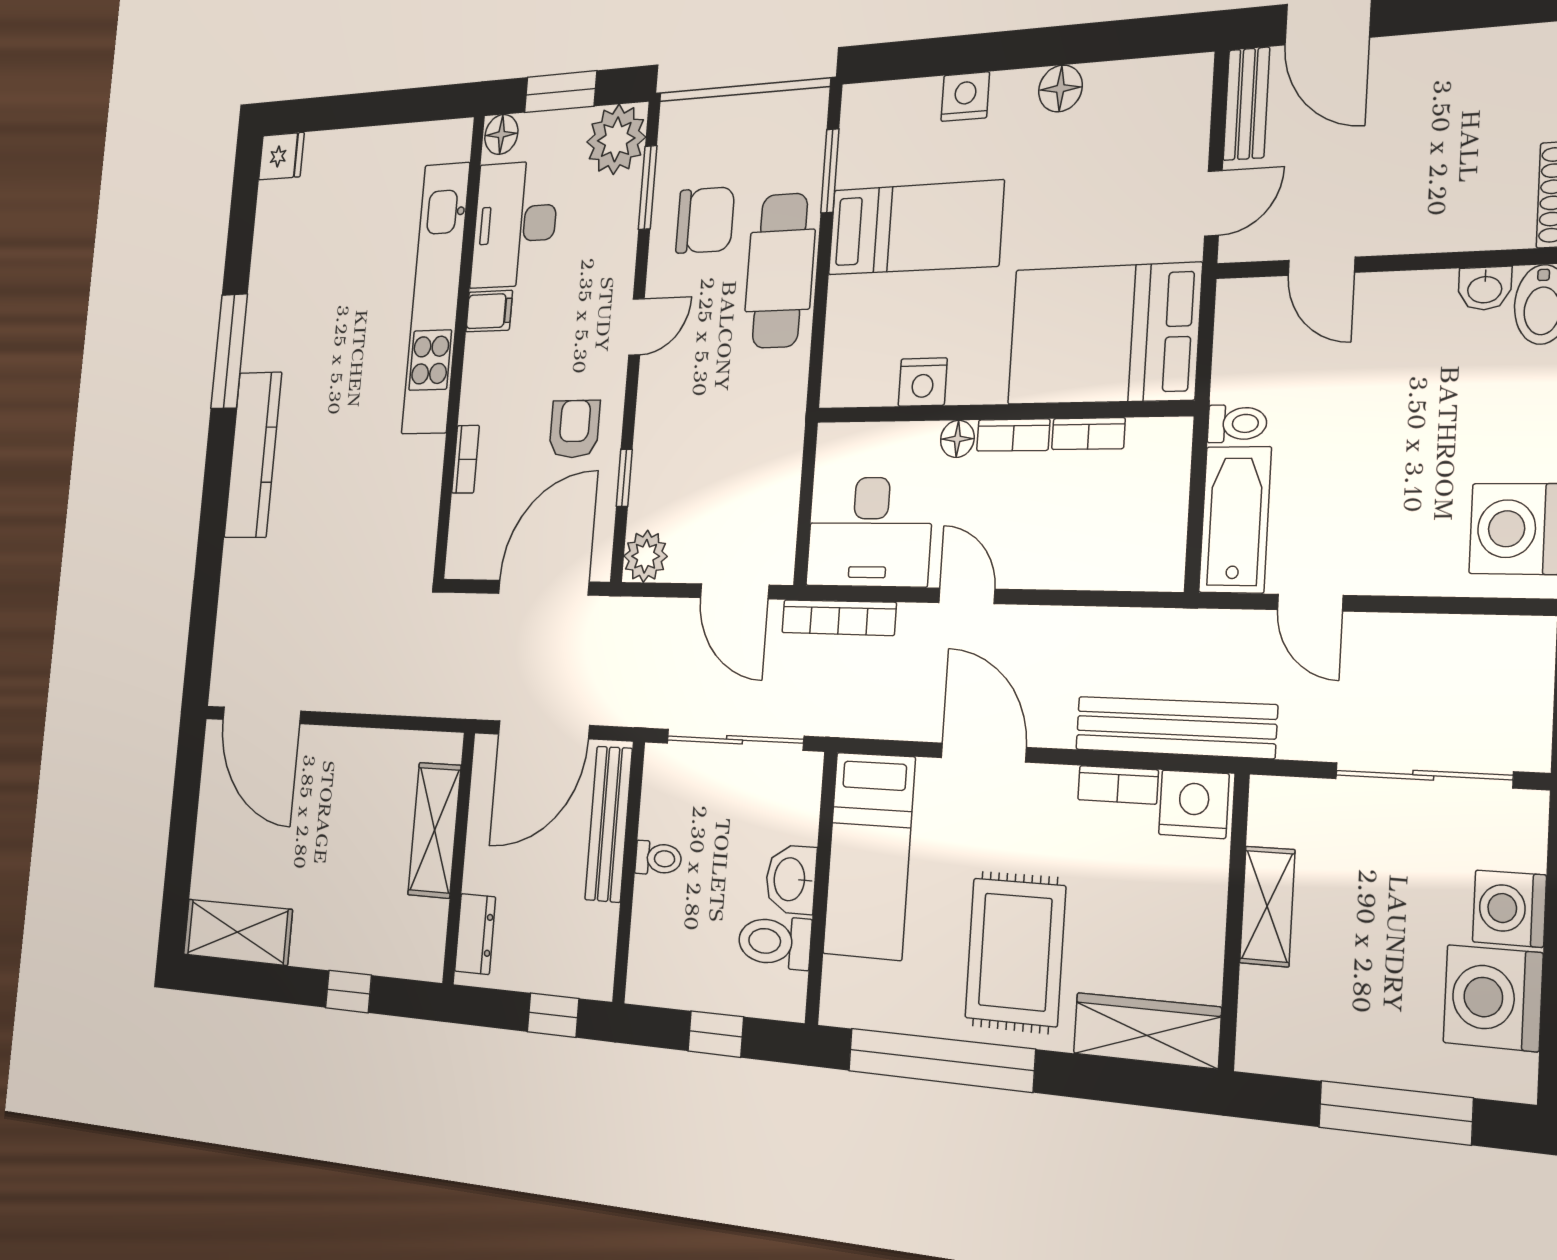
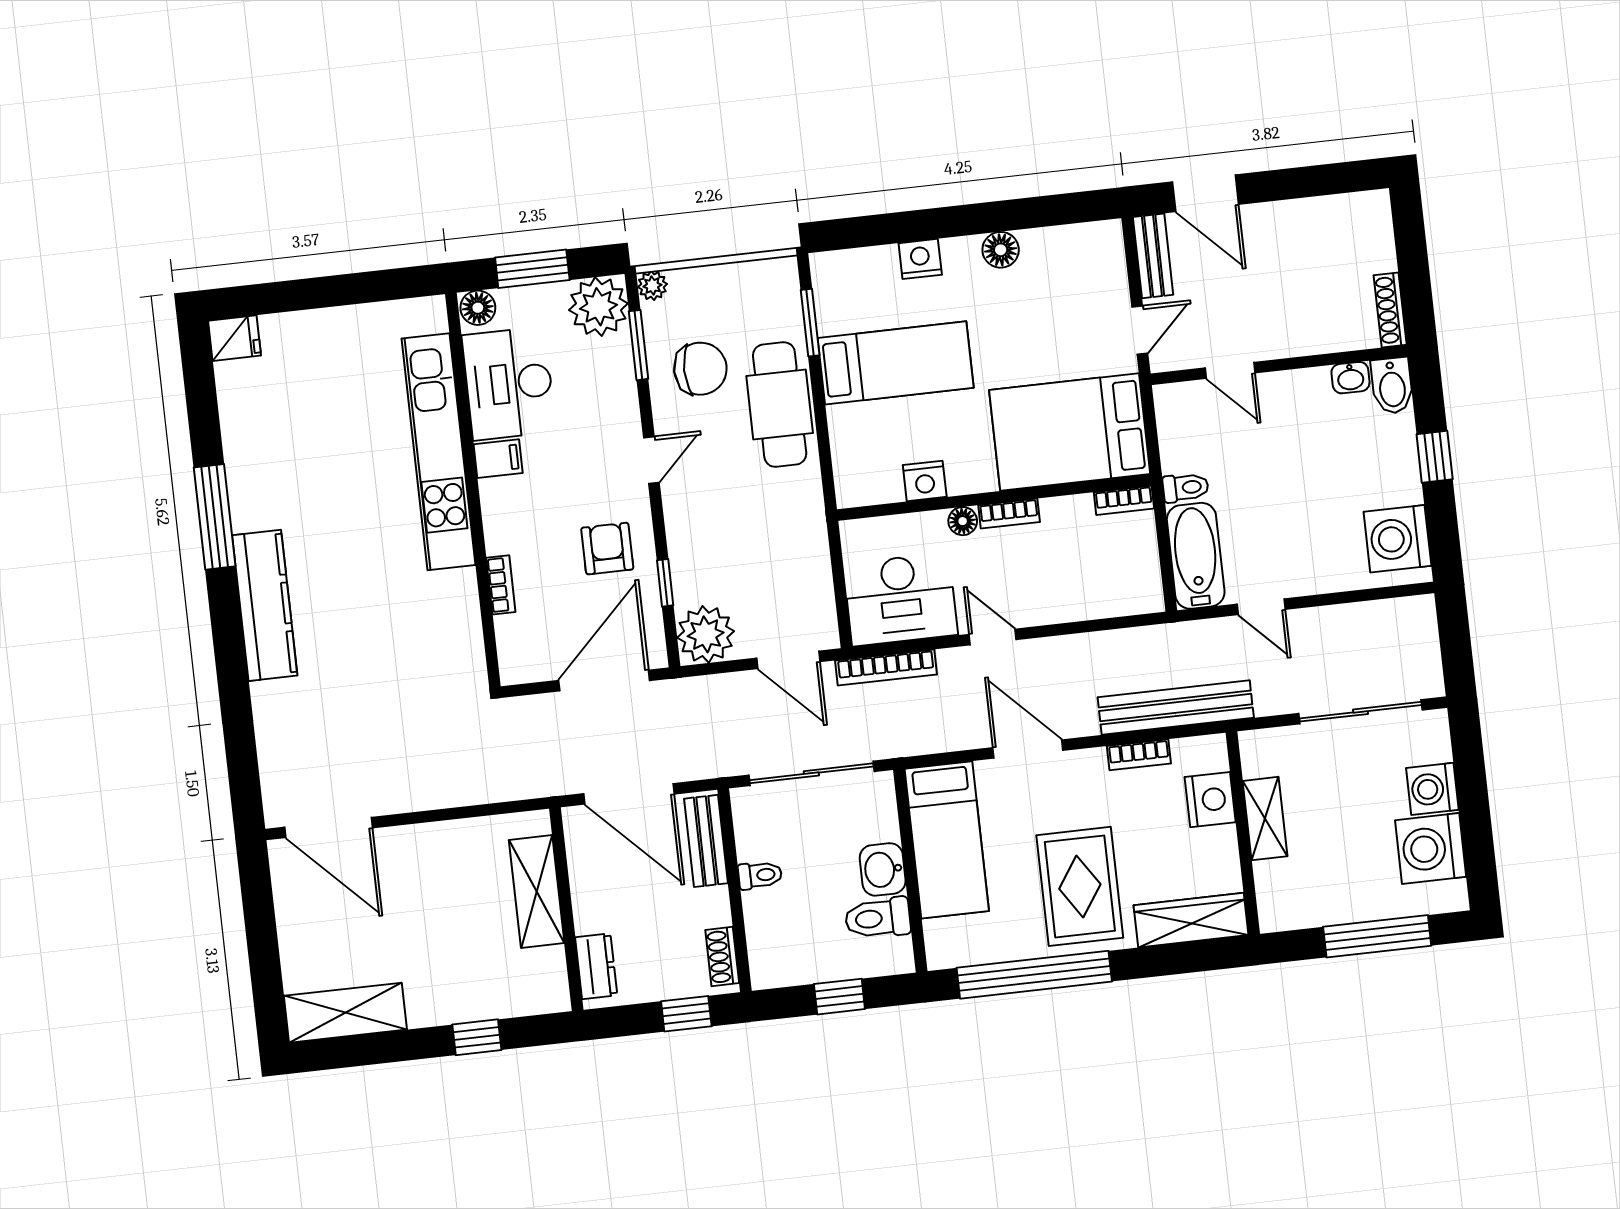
plant: (674, 117) -> (652, 286), added
bookcase: (1088, 434) -> (1124, 500), moved
plant: (646, 556) -> (706, 634), width x1.36, depth x1.36
door: (544, 730) -> (629, 794), hinge flipped
nightstand: (1194, 804) -> (1210, 800), moved, turned 90
bench: (609, 824) -> (706, 841), width x0.73
shoe rack: (602, 952) -> (722, 957), added

